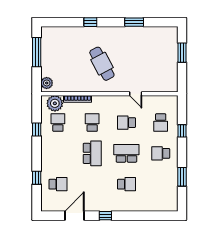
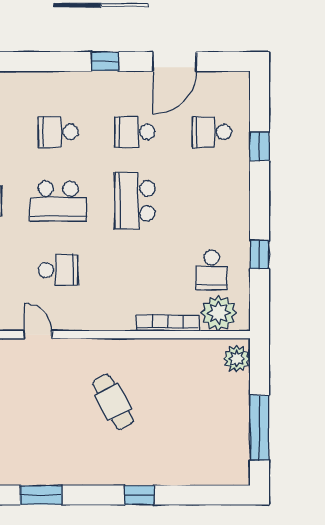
cafe table: (102, 64) -> (113, 402), width x0.73, depth x0.74
school desk: (92, 123) -> (135, 132), moved, turned 90

